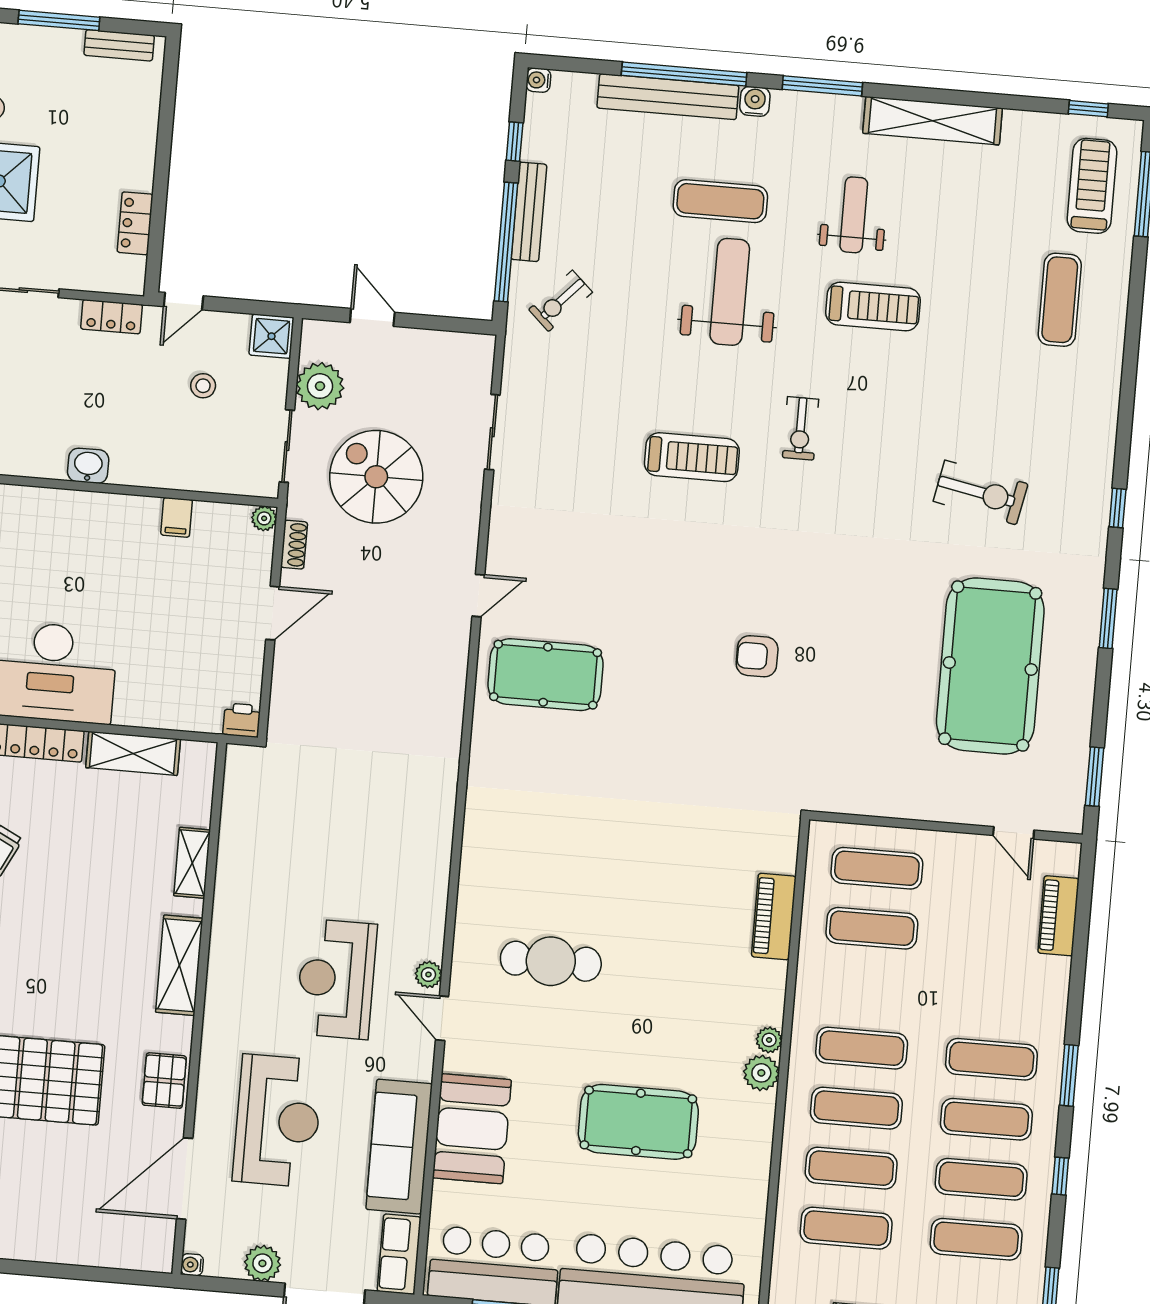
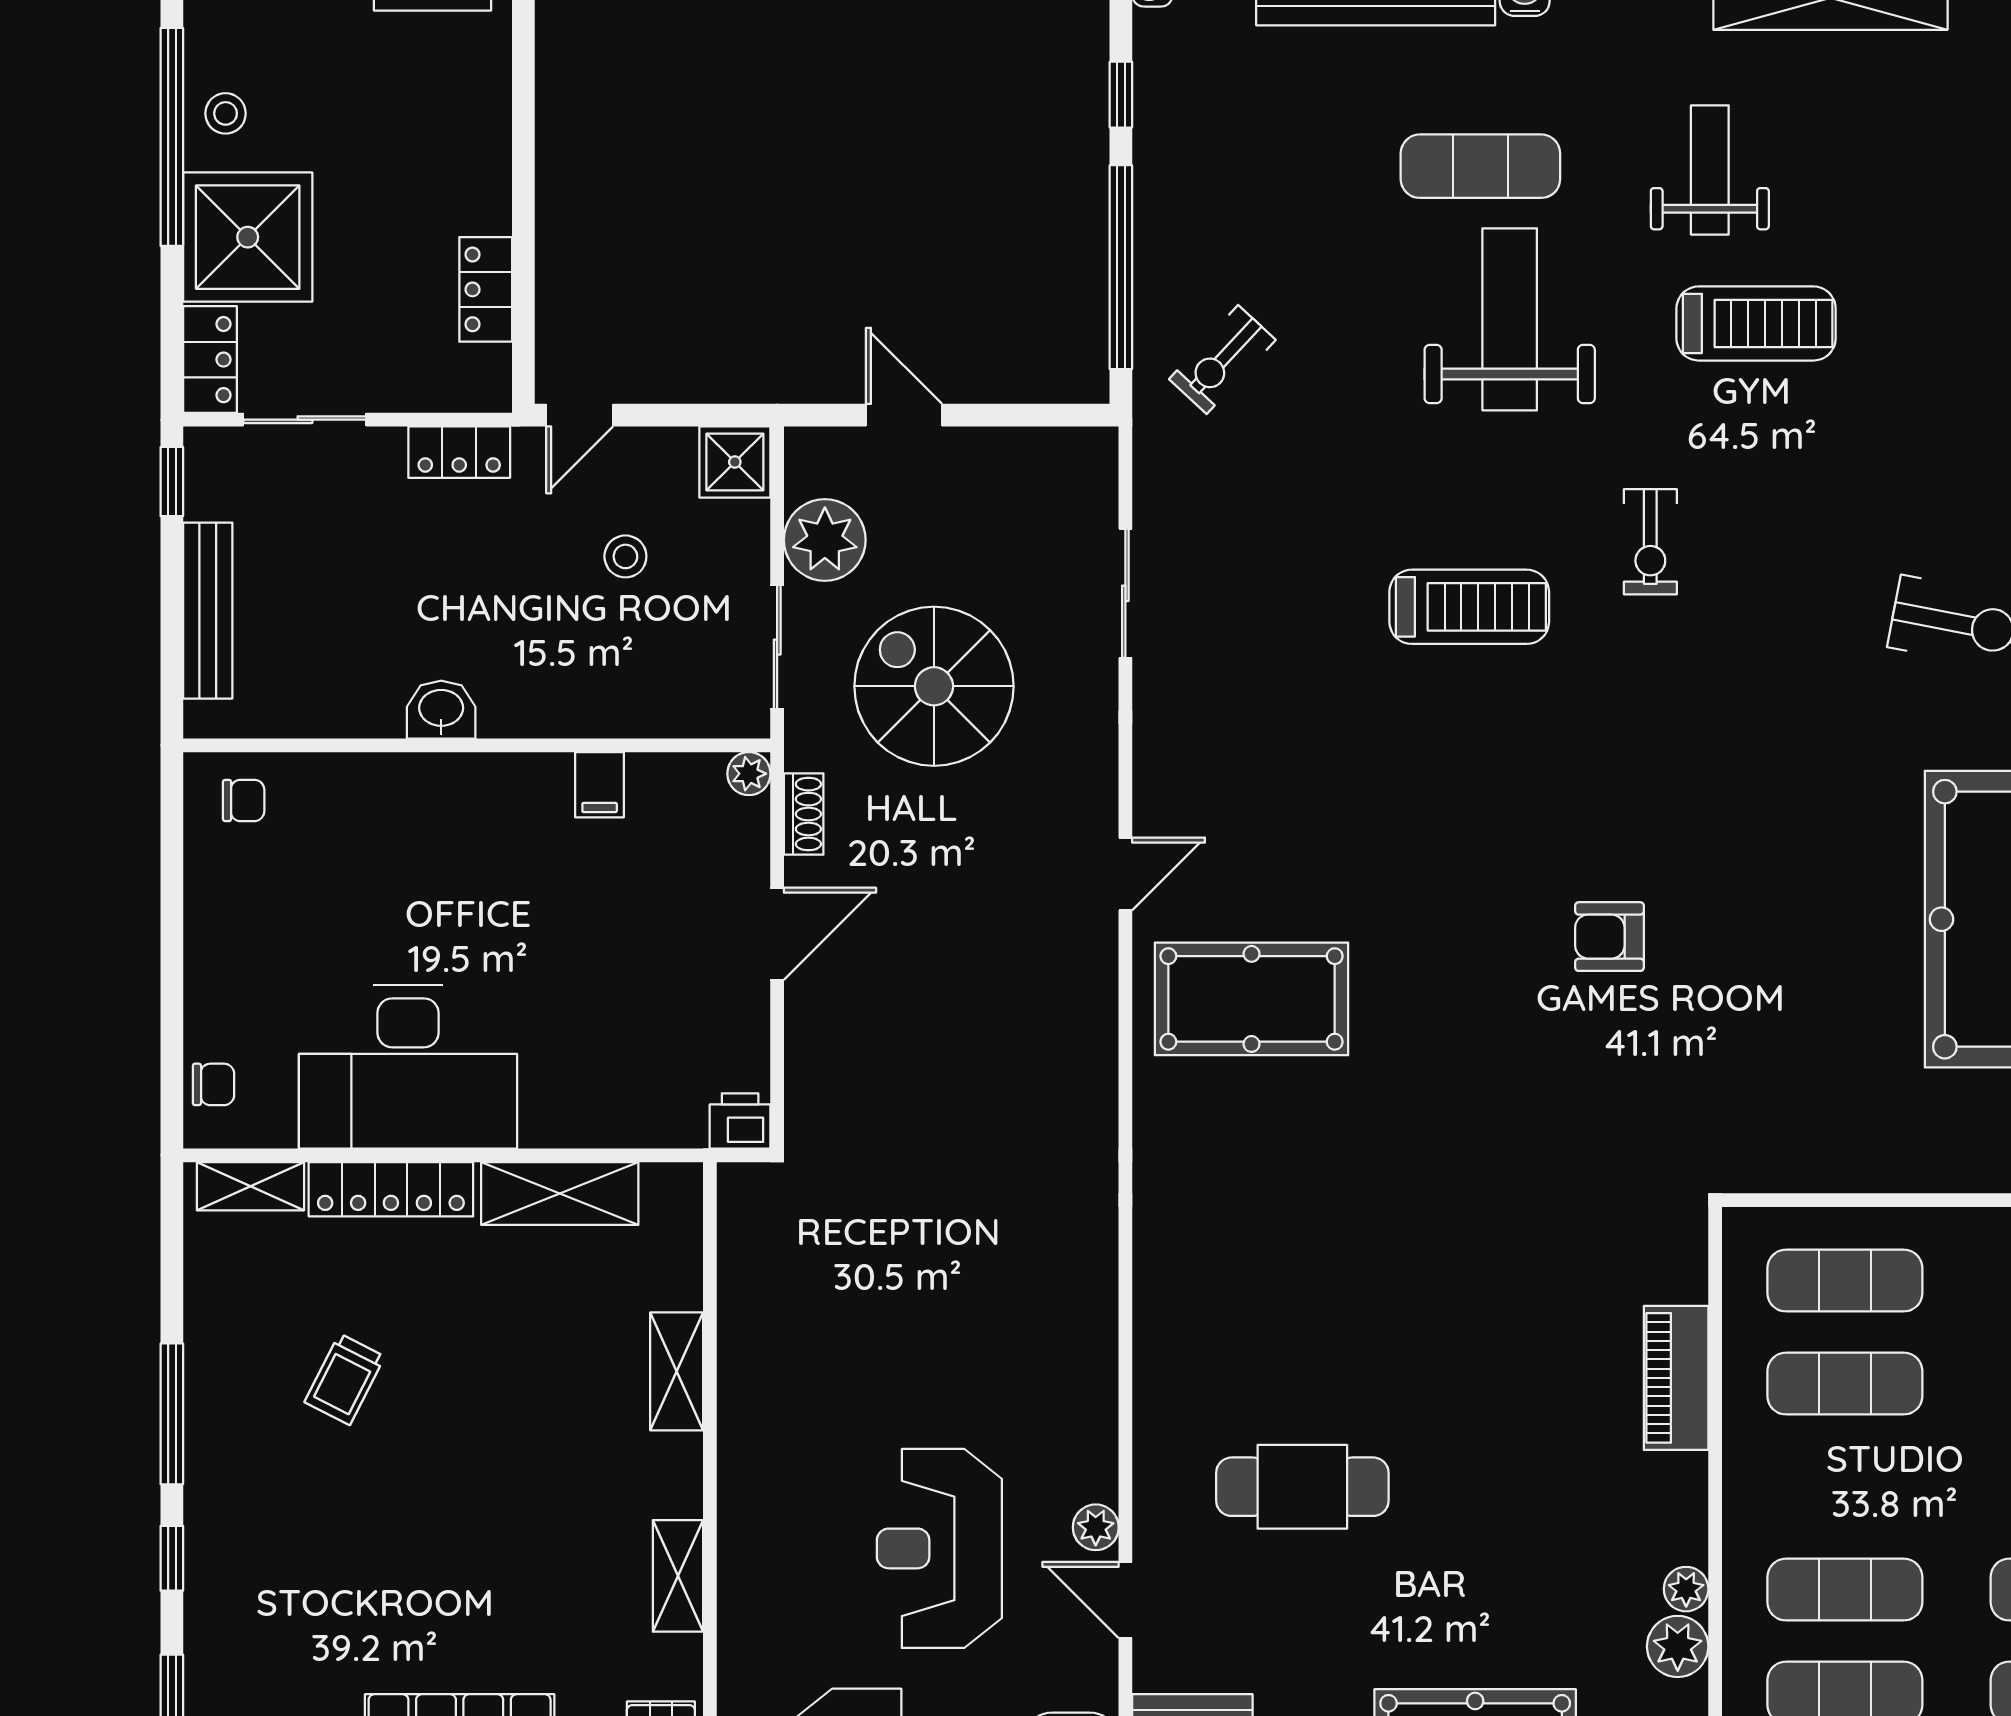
bench: (529, 212) -> (1156, 212), removed
shelving: (179, 965) -> (678, 1576), width x0.67, depth x0.75

